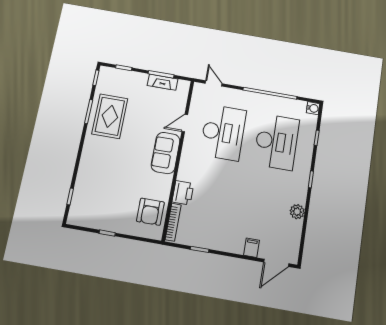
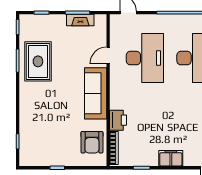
sofa: (166, 153) -> (96, 93), width x1.36
filing cabinet: (251, 248) -> (171, 158), moved, width x2.00

